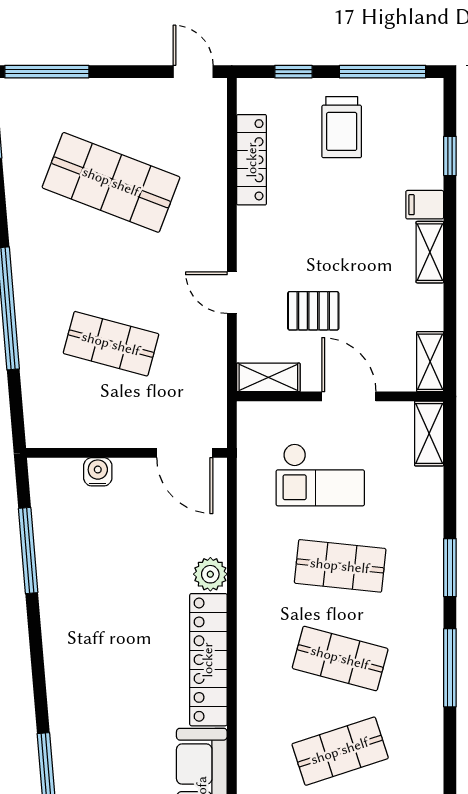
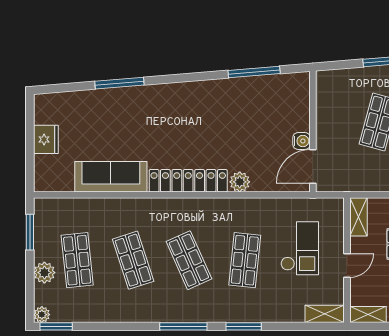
door: (349, 396) -> (347, 265), width x0.73
water cooler: (98, 472) -> (302, 141), moved
checkout: (320, 475) -> (300, 248), turned 180
shop shelf: (340, 658) -> (189, 260), turned -39

